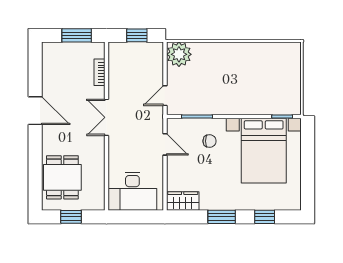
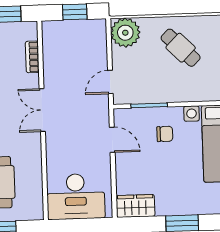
cafe table: (225, 69) -> (181, 48), added

